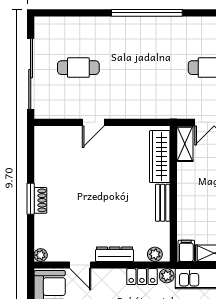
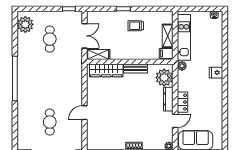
door: (93, 122) -> (85, 113), swing flipped
plant: (155, 254) -> (164, 78), width x1.88, depth x1.88
locker: (142, 277) -> (182, 102), moved

